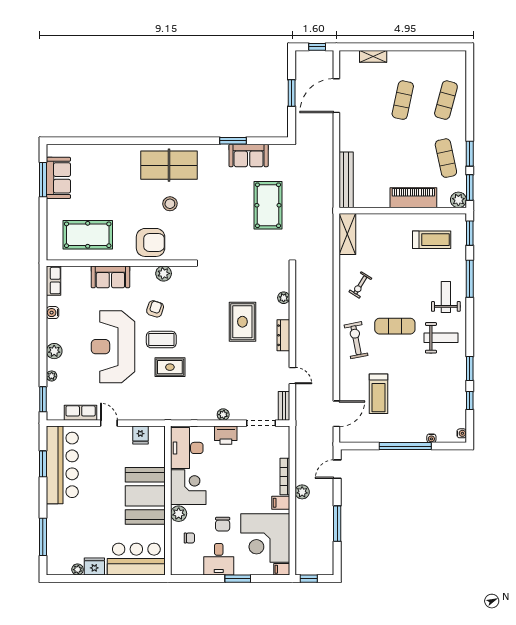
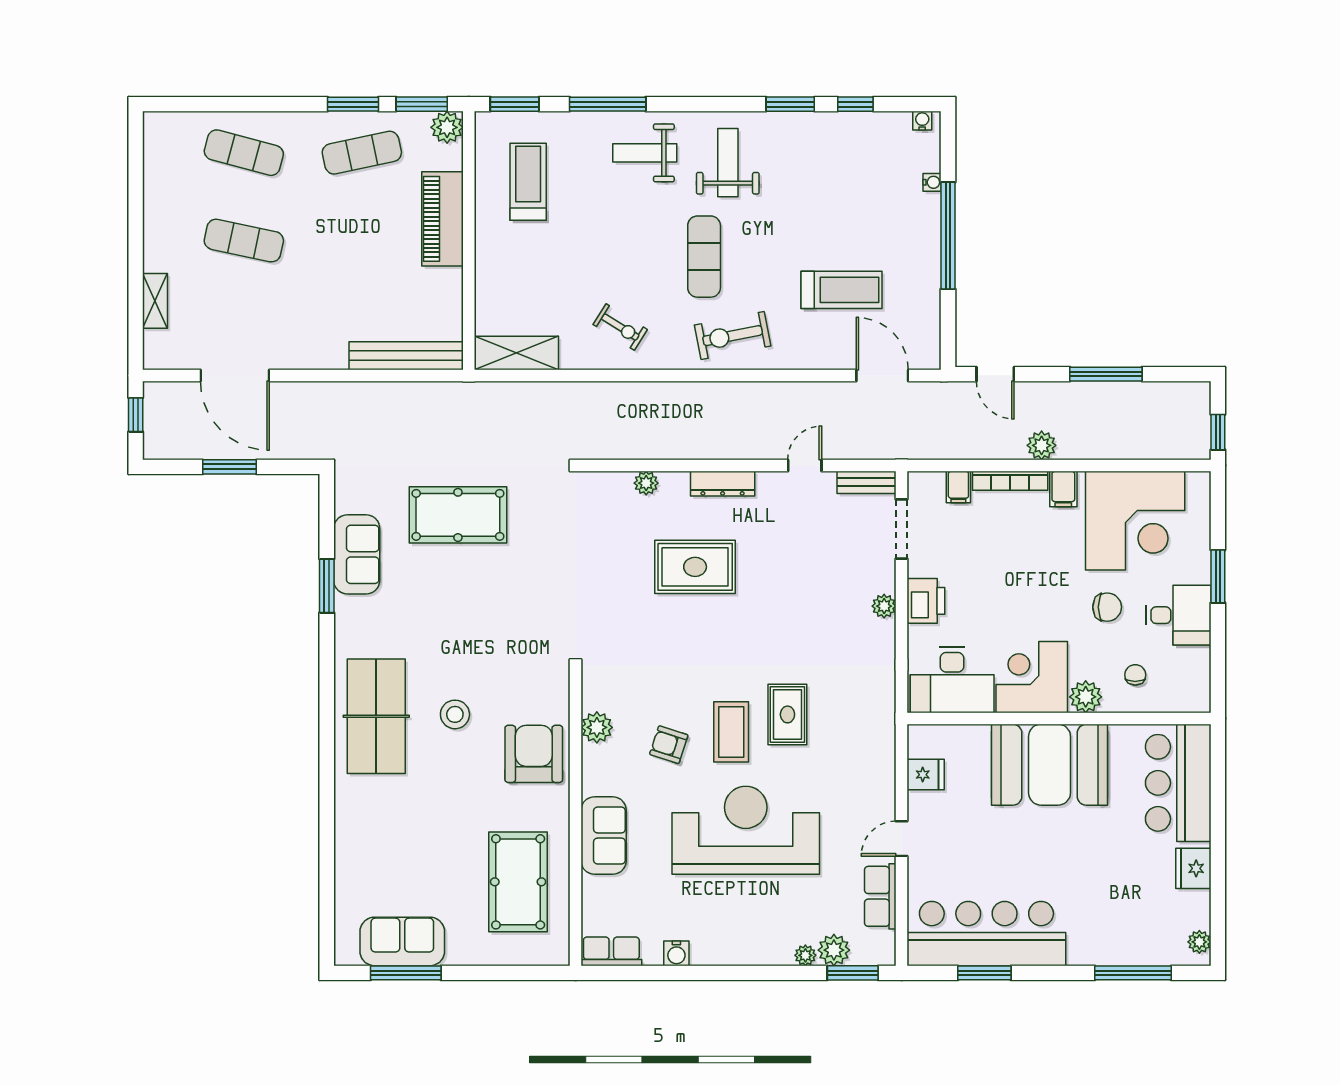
reception desk: (113, 347) -> (746, 830), turned 180
plant: (54, 351) -> (834, 950), moved
filing cabinet: (282, 569) -> (958, 487), moved
plant: (78, 570) -> (1199, 942), moved

